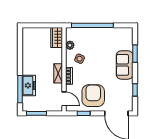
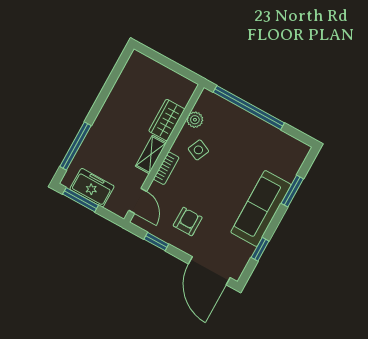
wardrobe: (57, 37) -> (167, 120), moved
sofa: (125, 65) -> (261, 208), width x1.36
freezer: (29, 85) -> (92, 188), moved, turned -90
armchair: (93, 96) -> (188, 222), width x0.53, depth x0.53

